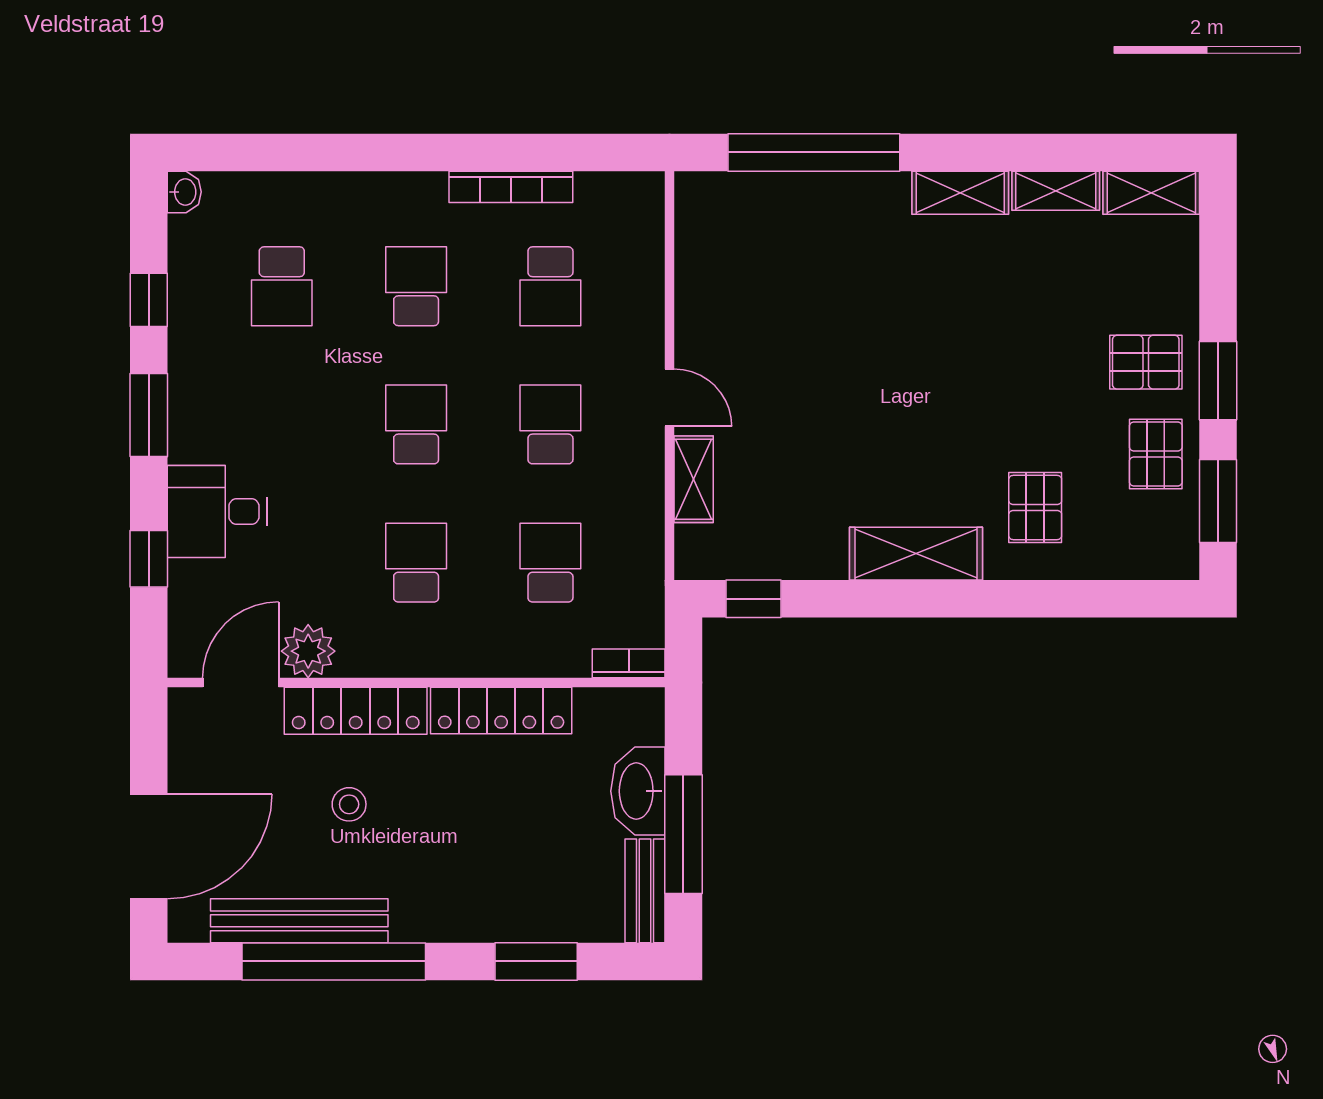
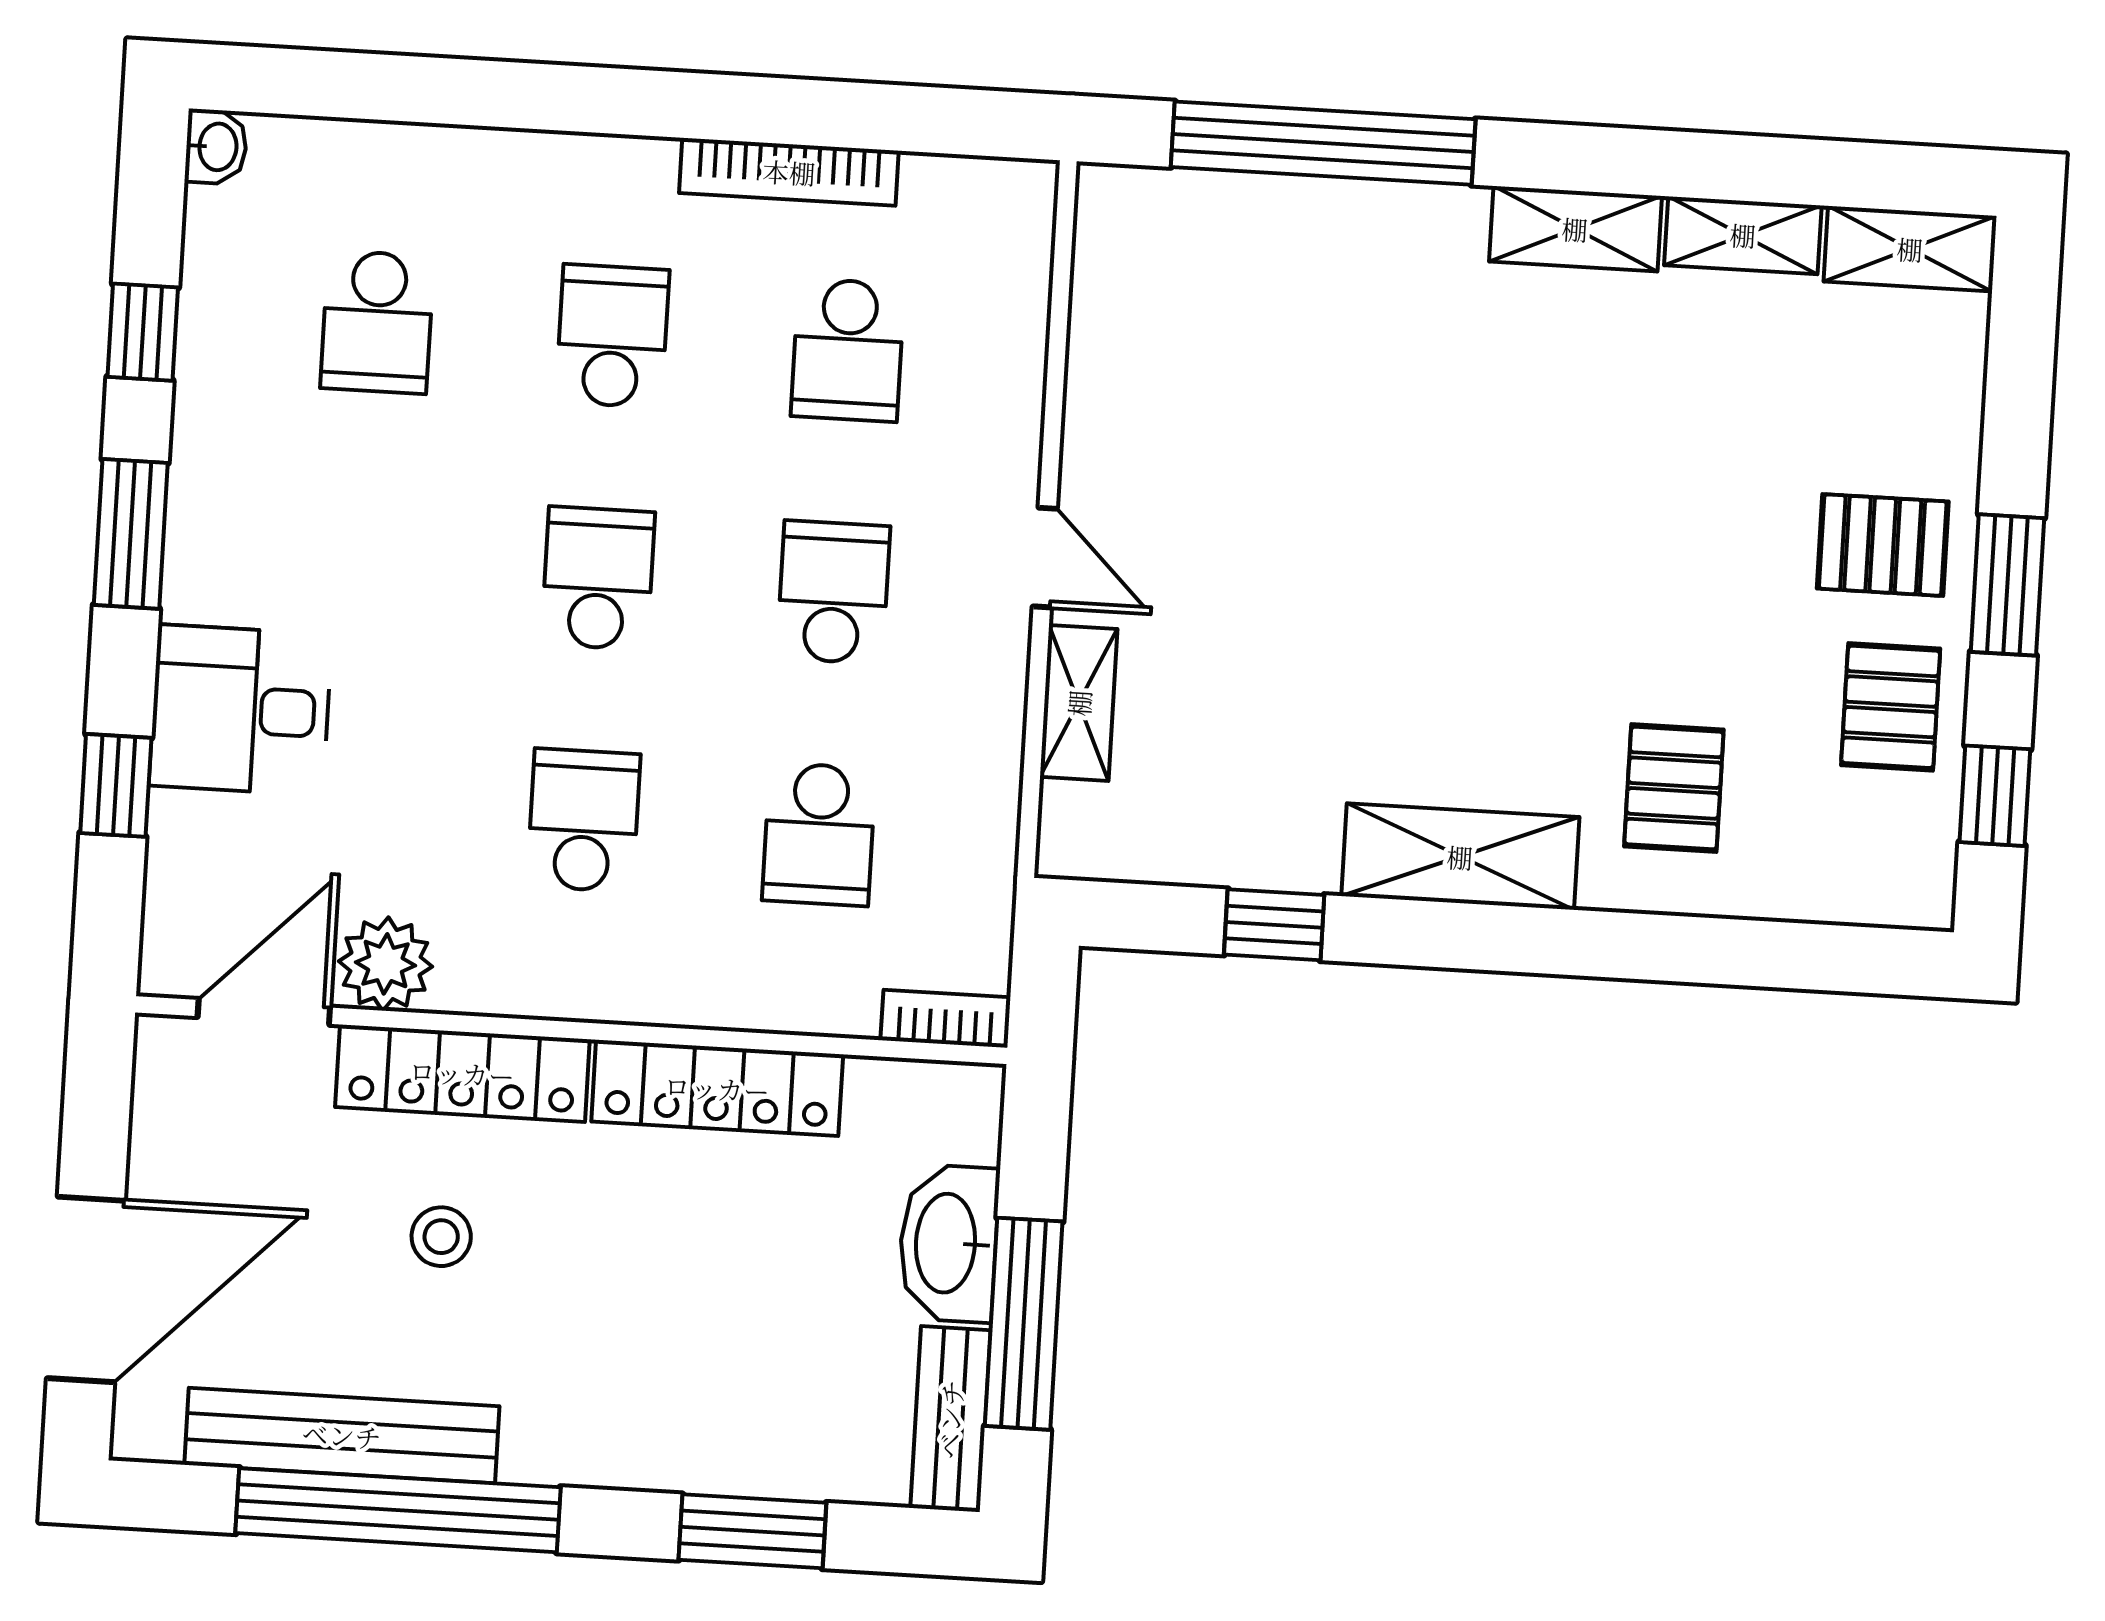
window: (1218, 501) -> (1995, 796), width x0.67
school desk: (550, 563) -> (819, 834), turned 180
window: (754, 599) -> (1274, 925), moved

